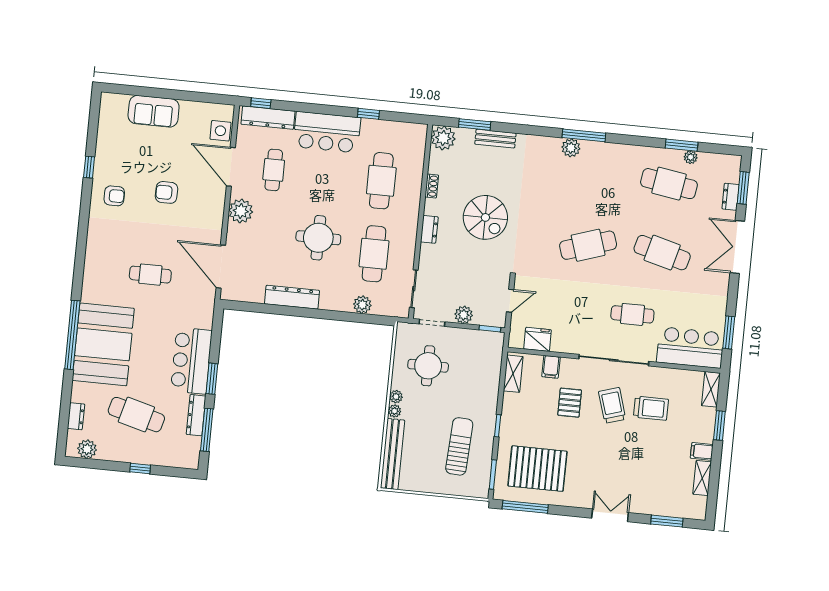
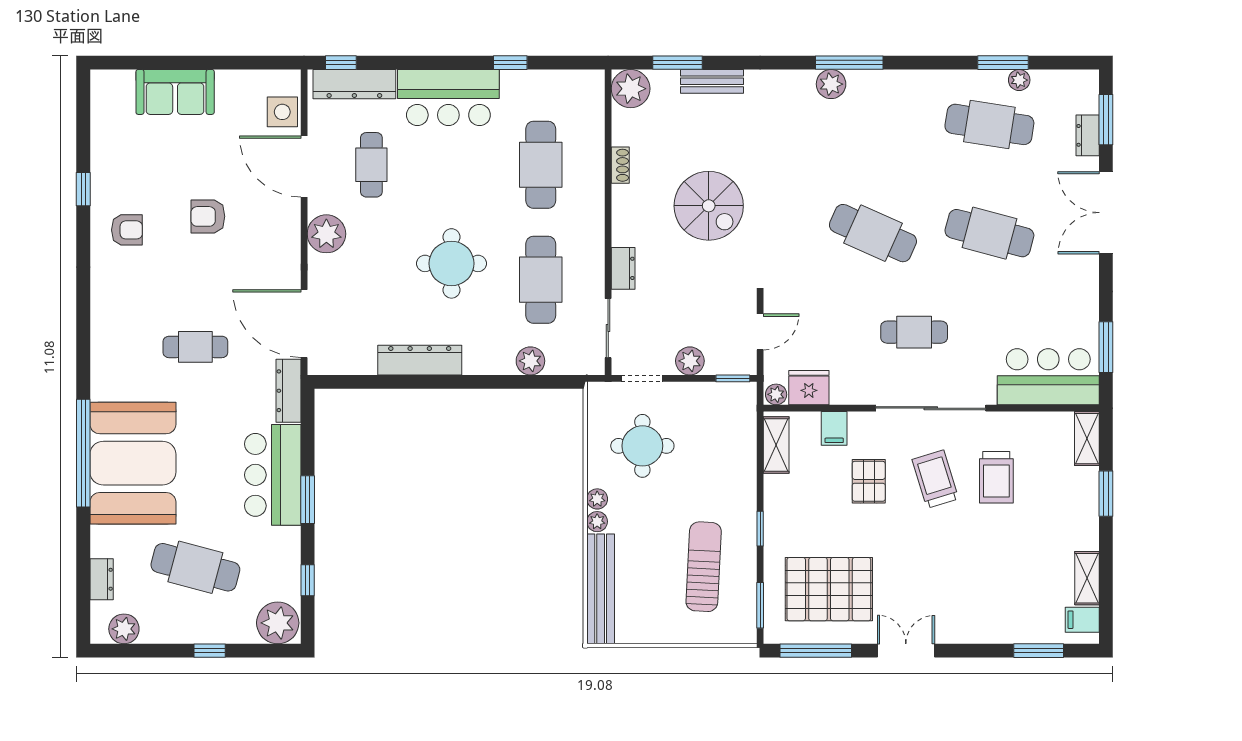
dresser: (429, 229) -> (623, 268), moved
cafe table: (588, 245) -> (873, 233), turned 42
cafe table: (632, 314) -> (914, 332), moved
plant: (516, 342) -> (776, 394), added
trolley: (651, 408) -> (996, 477), turned 90
dresser: (196, 415) -> (288, 391), moved
window: (207, 430) -> (308, 580), width x0.46
filing cabinet: (702, 451) -> (1082, 620), moved
plant: (185, 455) -> (278, 623), added
double door: (610, 515) -> (906, 651), moved

